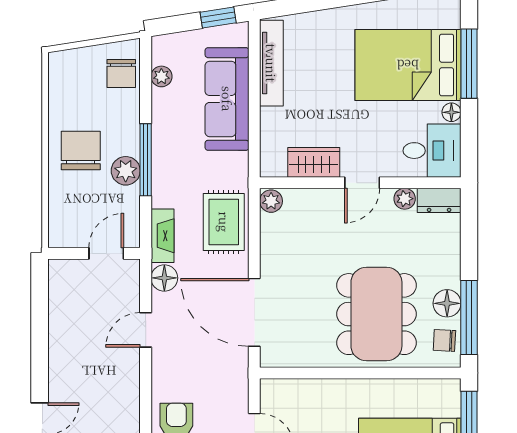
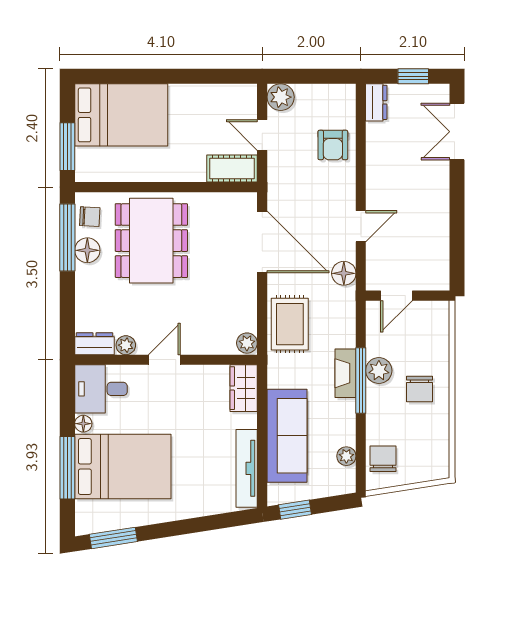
chair: (81, 150) -> (420, 389), width x0.73, depth x0.73
wardrobe: (314, 162) -> (244, 388), moved, turned 90
fireplace: (162, 236) -> (345, 373), moved
cot: (287, 393) -> (232, 169), added

